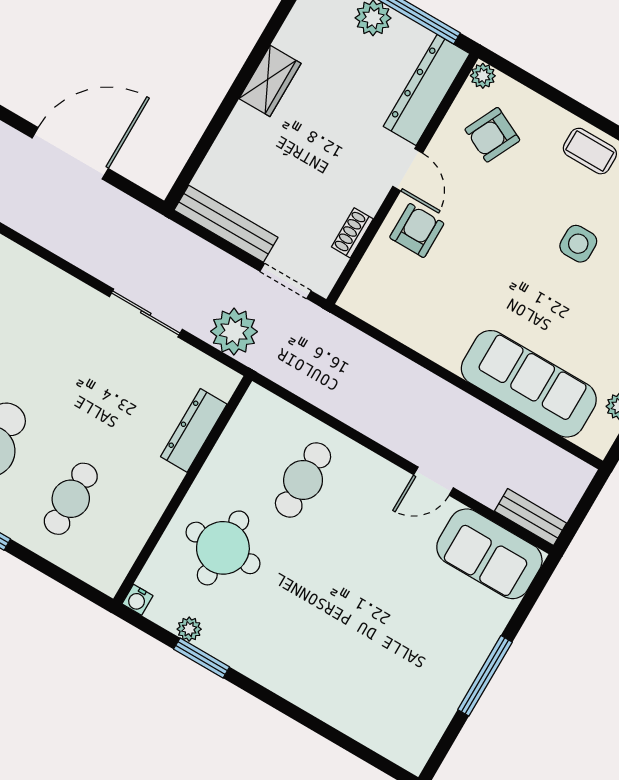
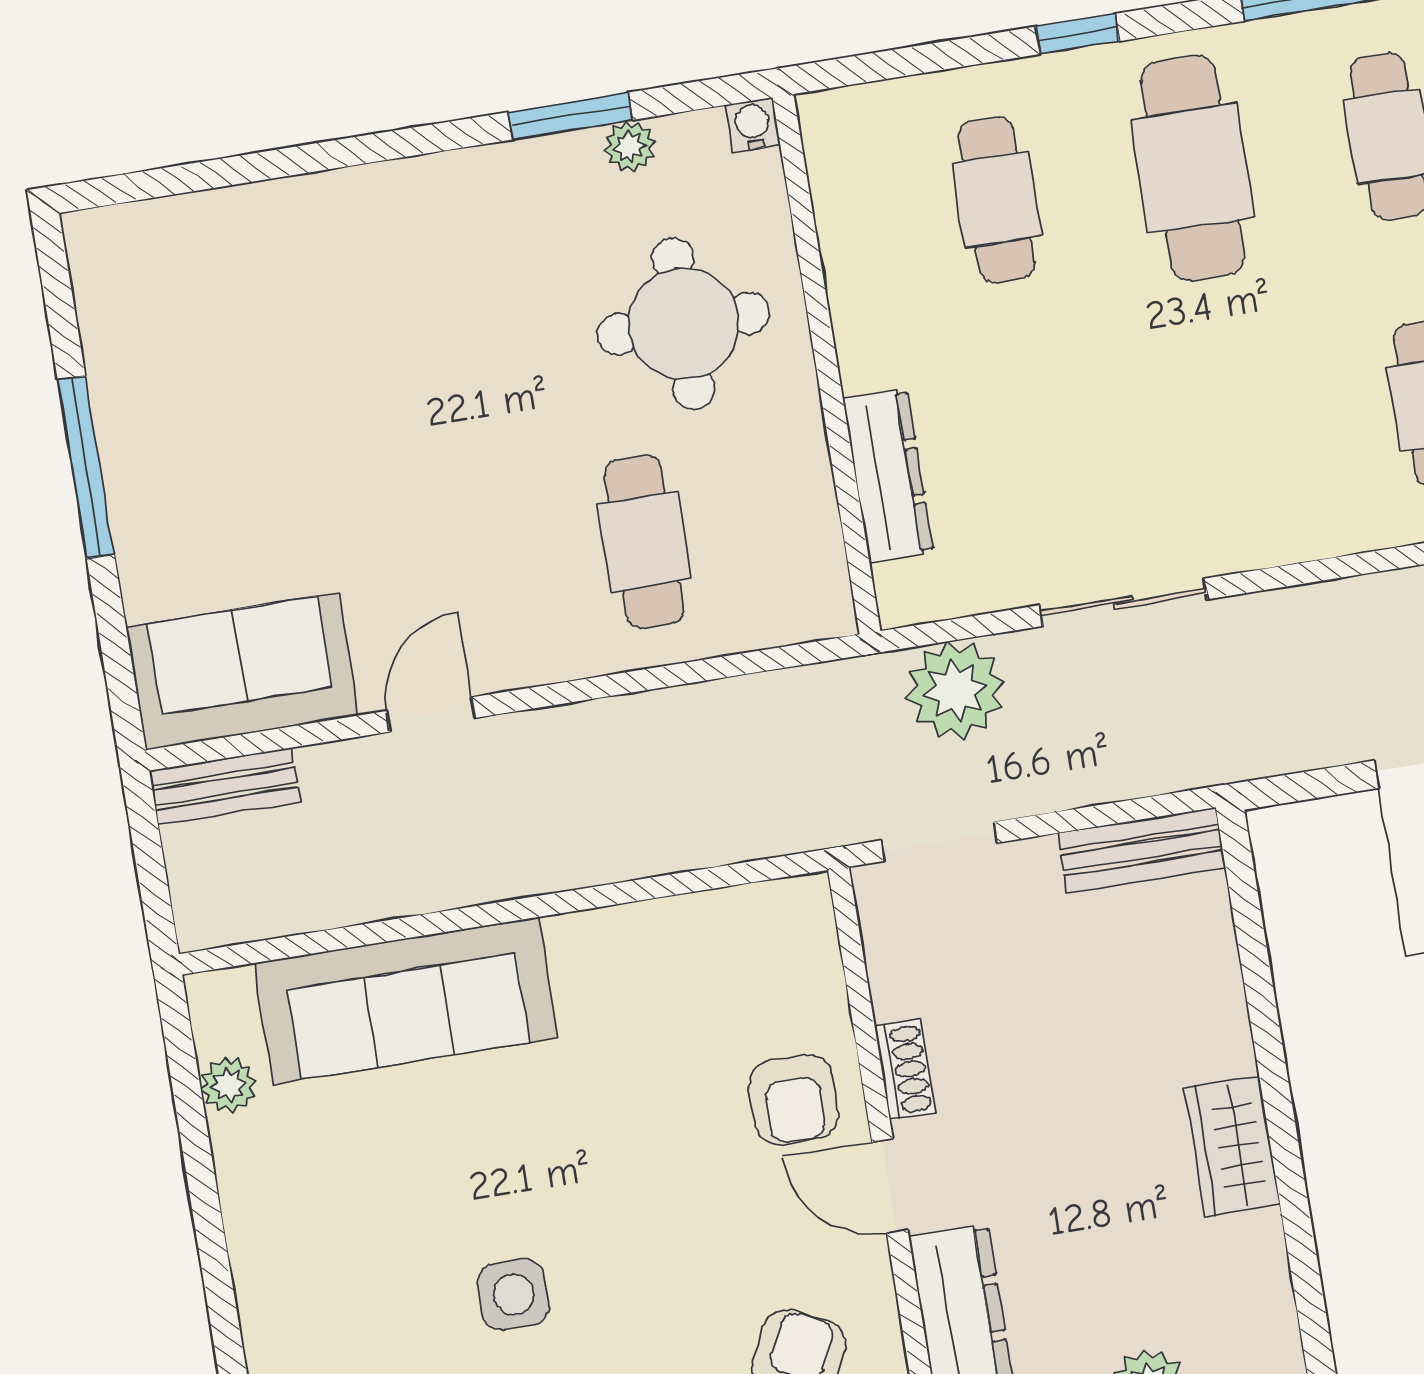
bench: (226, 224) -> (1142, 850), width x0.73
shoe rack: (352, 233) -> (905, 1070), moved

